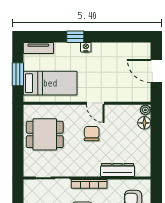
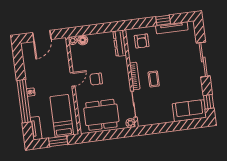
window: (75, 37) -> (24, 101), width x3.17
dining table: (45, 134) -> (101, 115), width x1.38
dresser: (118, 170) -> (120, 43), moved
plant: (29, 171) -> (131, 123), added

